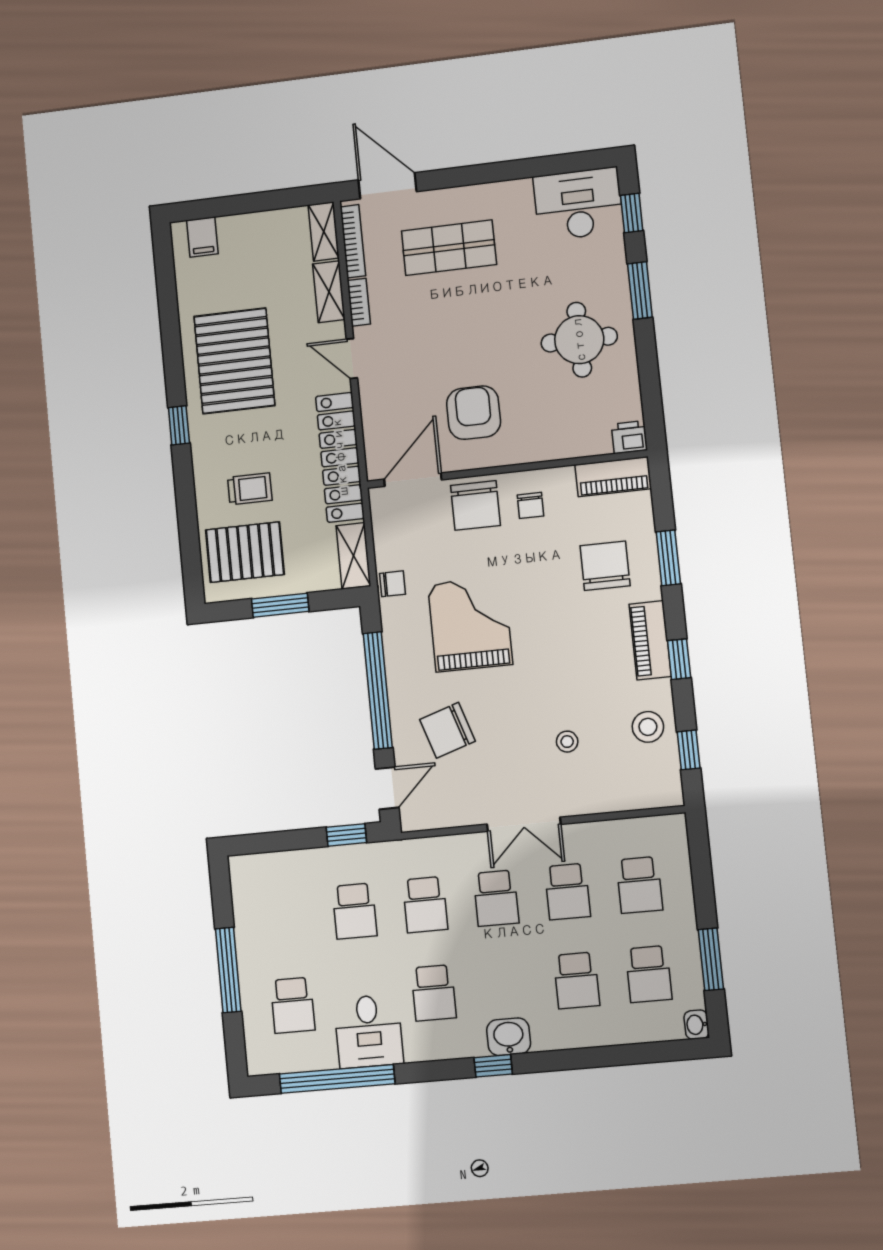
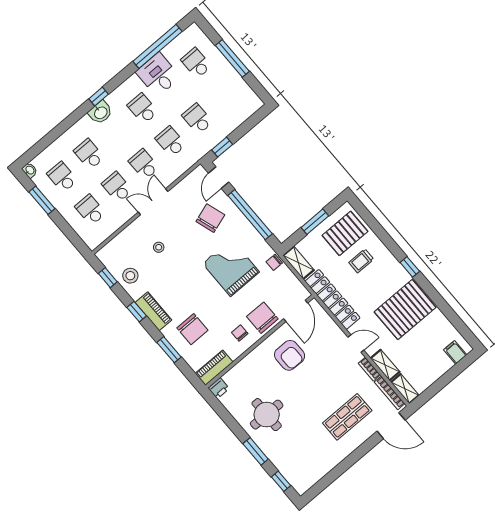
desk: (578, 204) -> (306, 470), removed
pallet: (234, 361) -> (405, 310), turned 90
grand piano: (470, 624) -> (231, 268), turned 180

